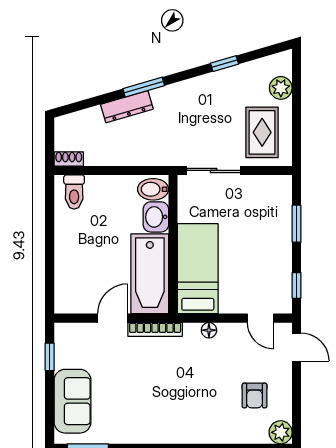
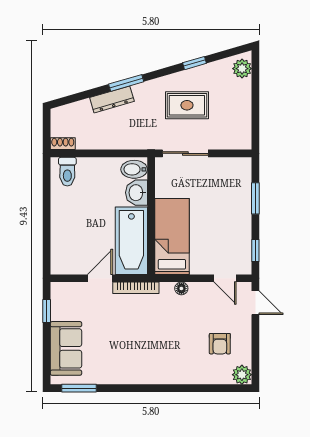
plant: (281, 88) -> (242, 69), moved
rug: (262, 132) -> (187, 105), moved, turned 90

